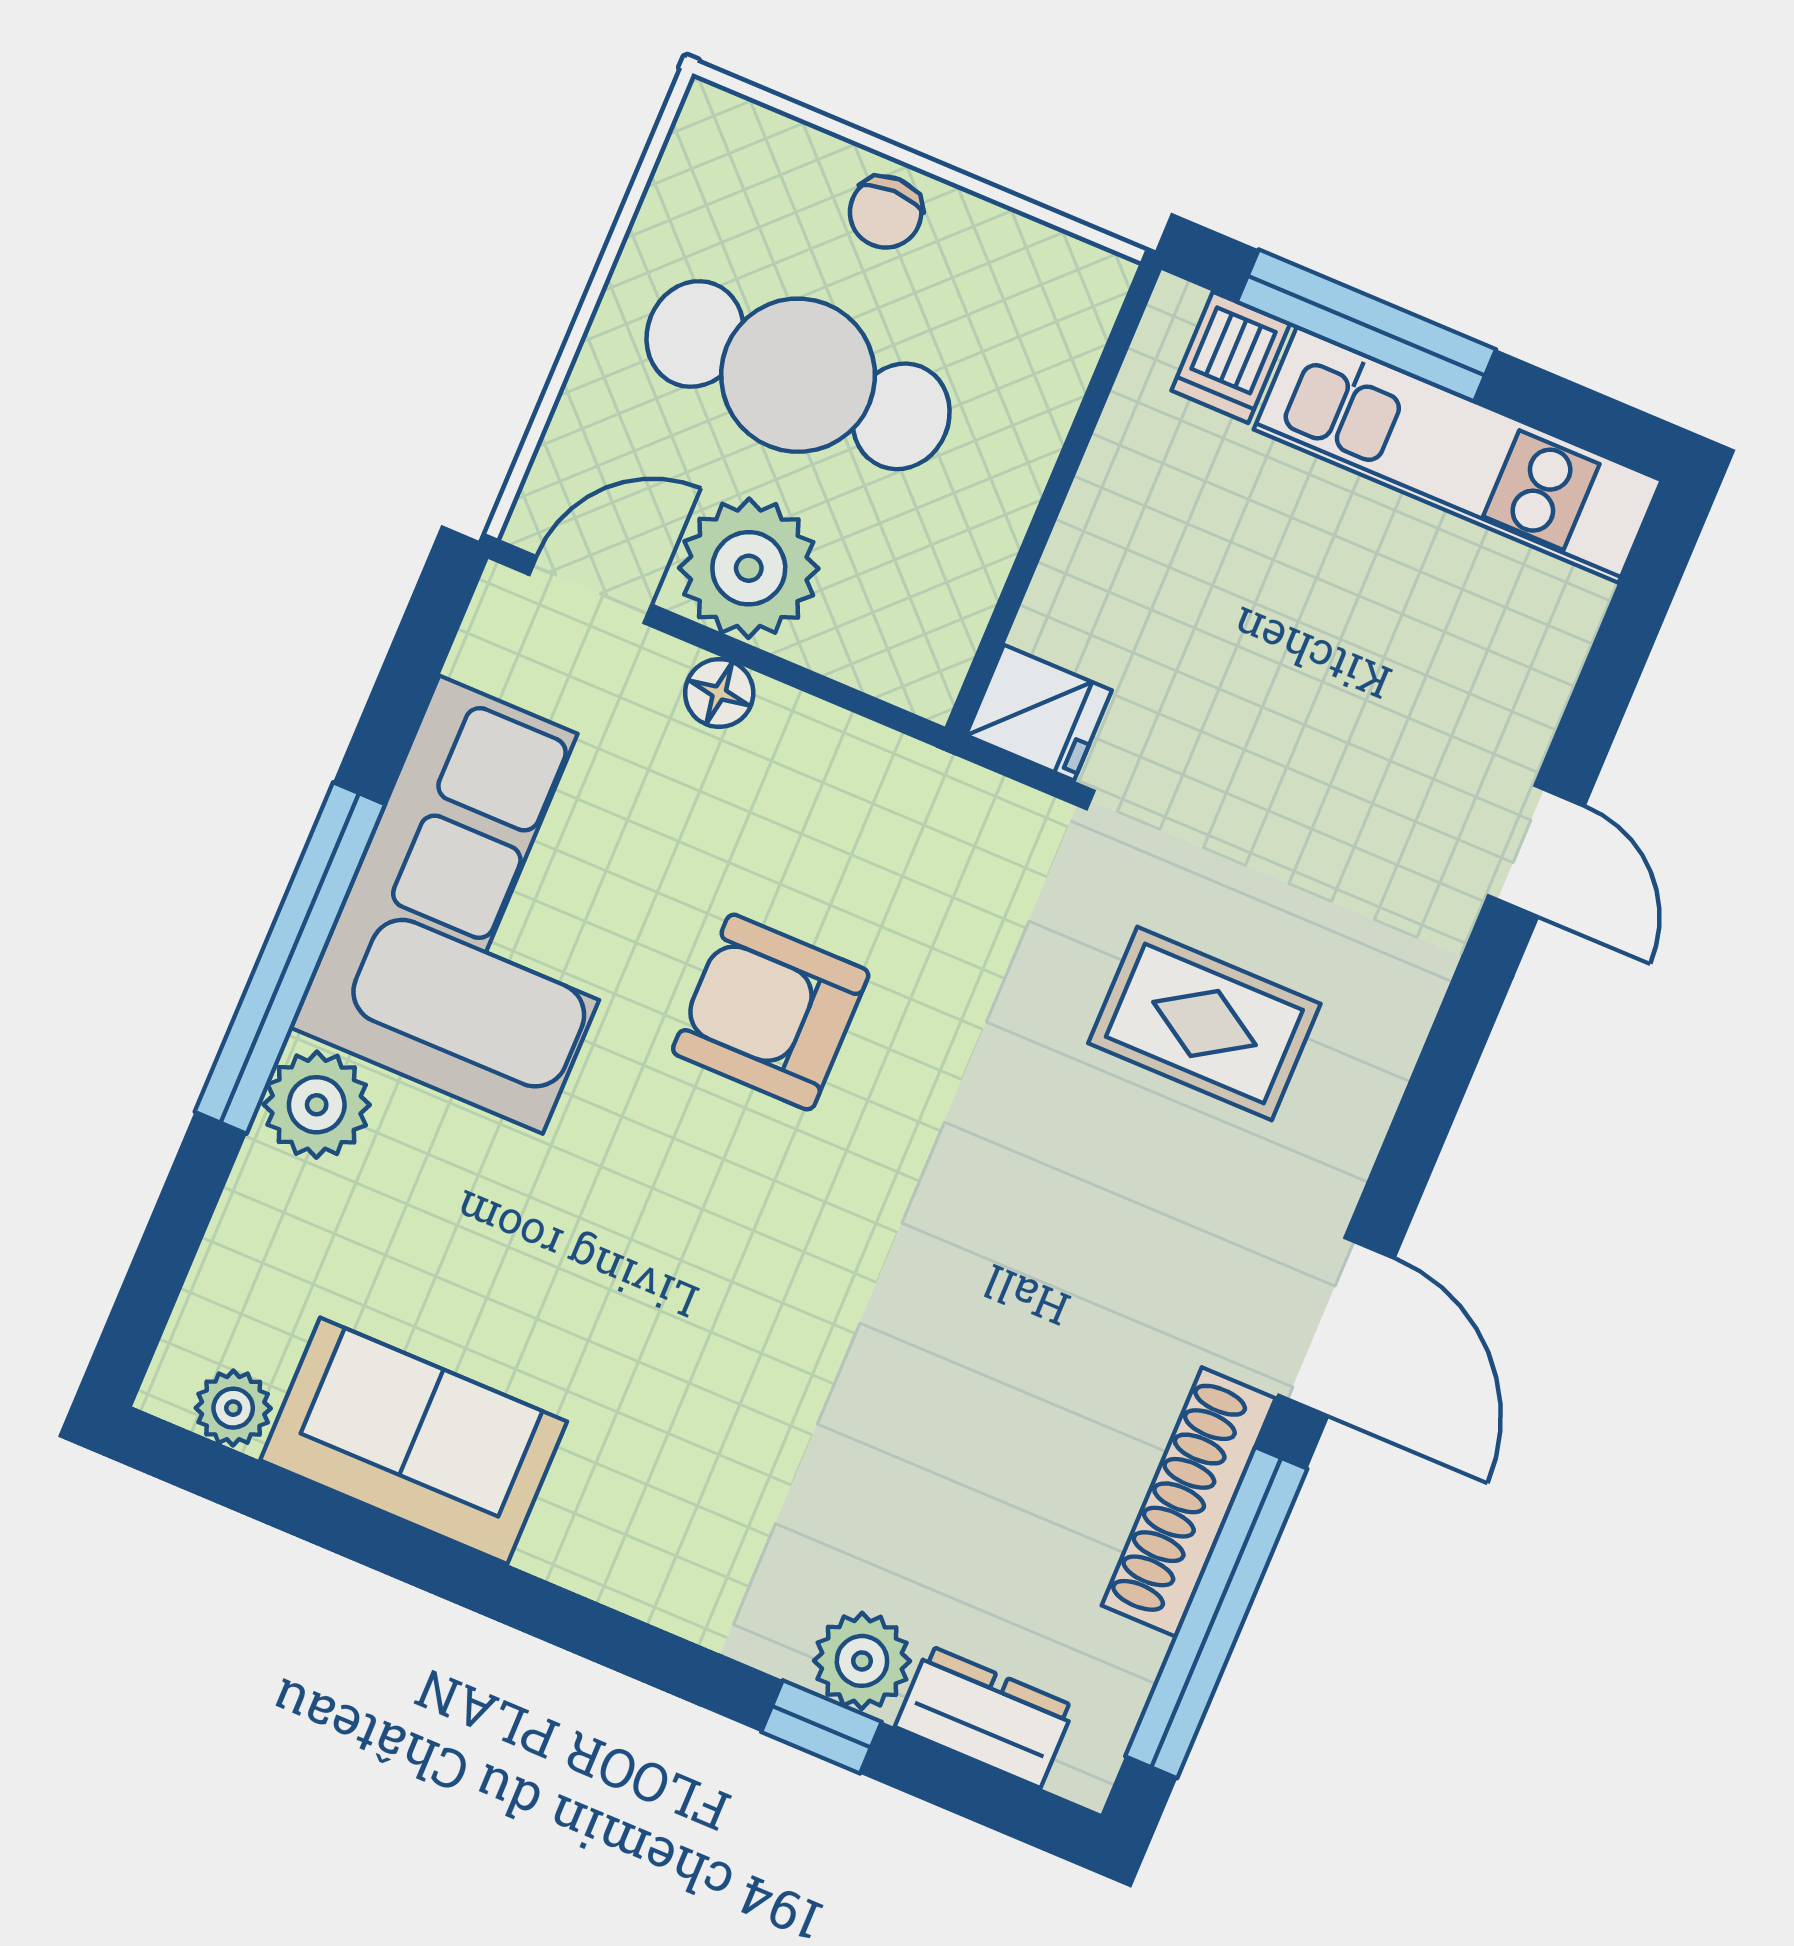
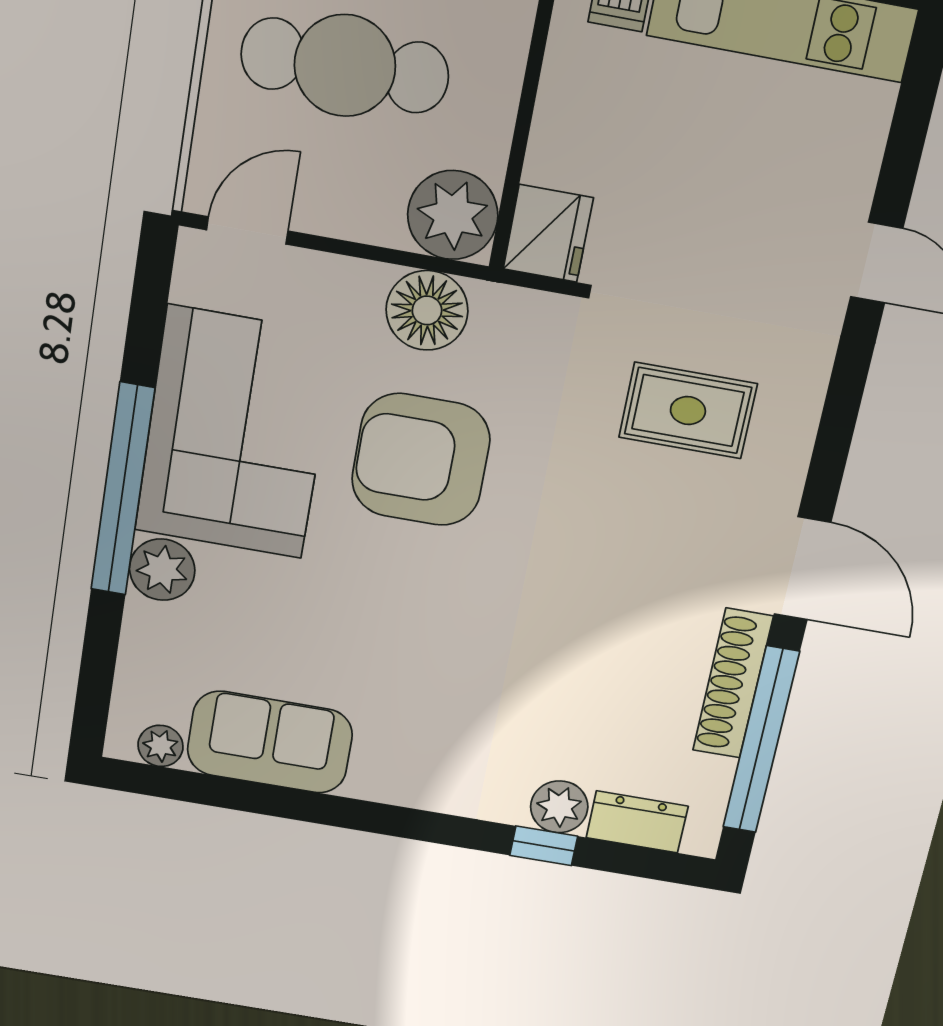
plant: (749, 568) -> (453, 215), moved
floor lamp: (719, 693) -> (427, 310), moved, width x1.89, depth x1.89
fridge: (1039, 713) -> (548, 233), width x1.38
armchair: (771, 1012) -> (421, 460), width x1.36, depth x1.36

